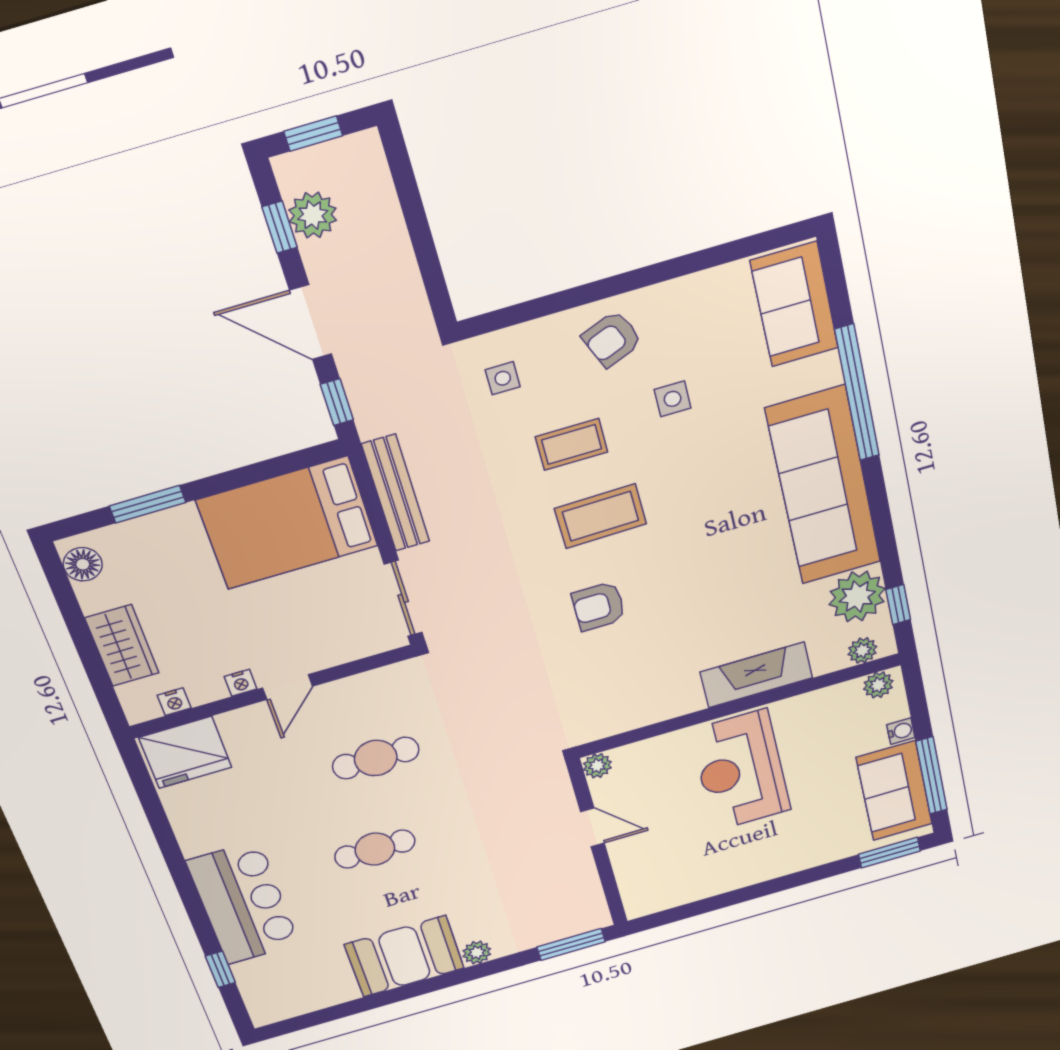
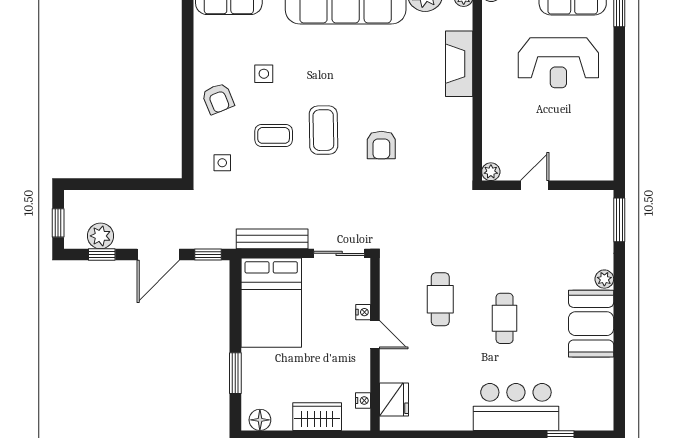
coffee table: (571, 444) -> (274, 135), turned 90
nightstand: (241, 683) -> (363, 312), moved
fridge: (185, 752) -> (394, 400), width x0.73, depth x0.75
reception desk: (741, 770) -> (558, 63), moved

